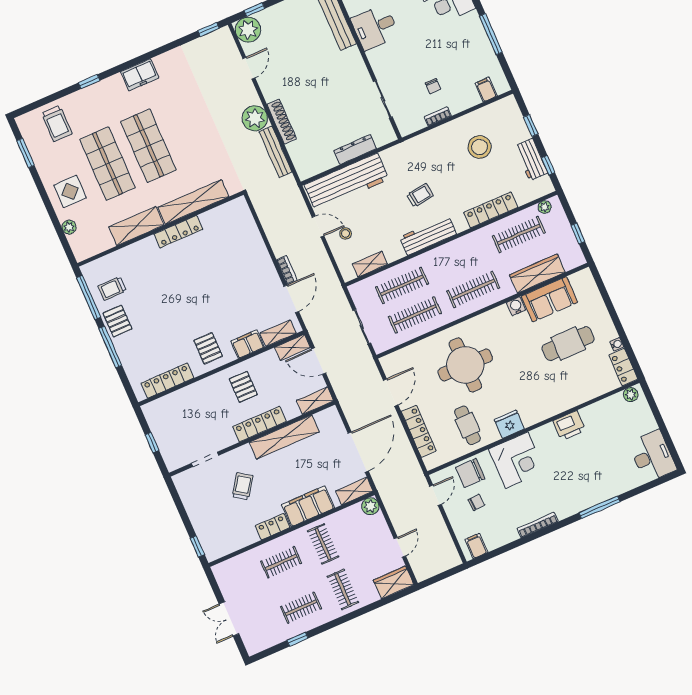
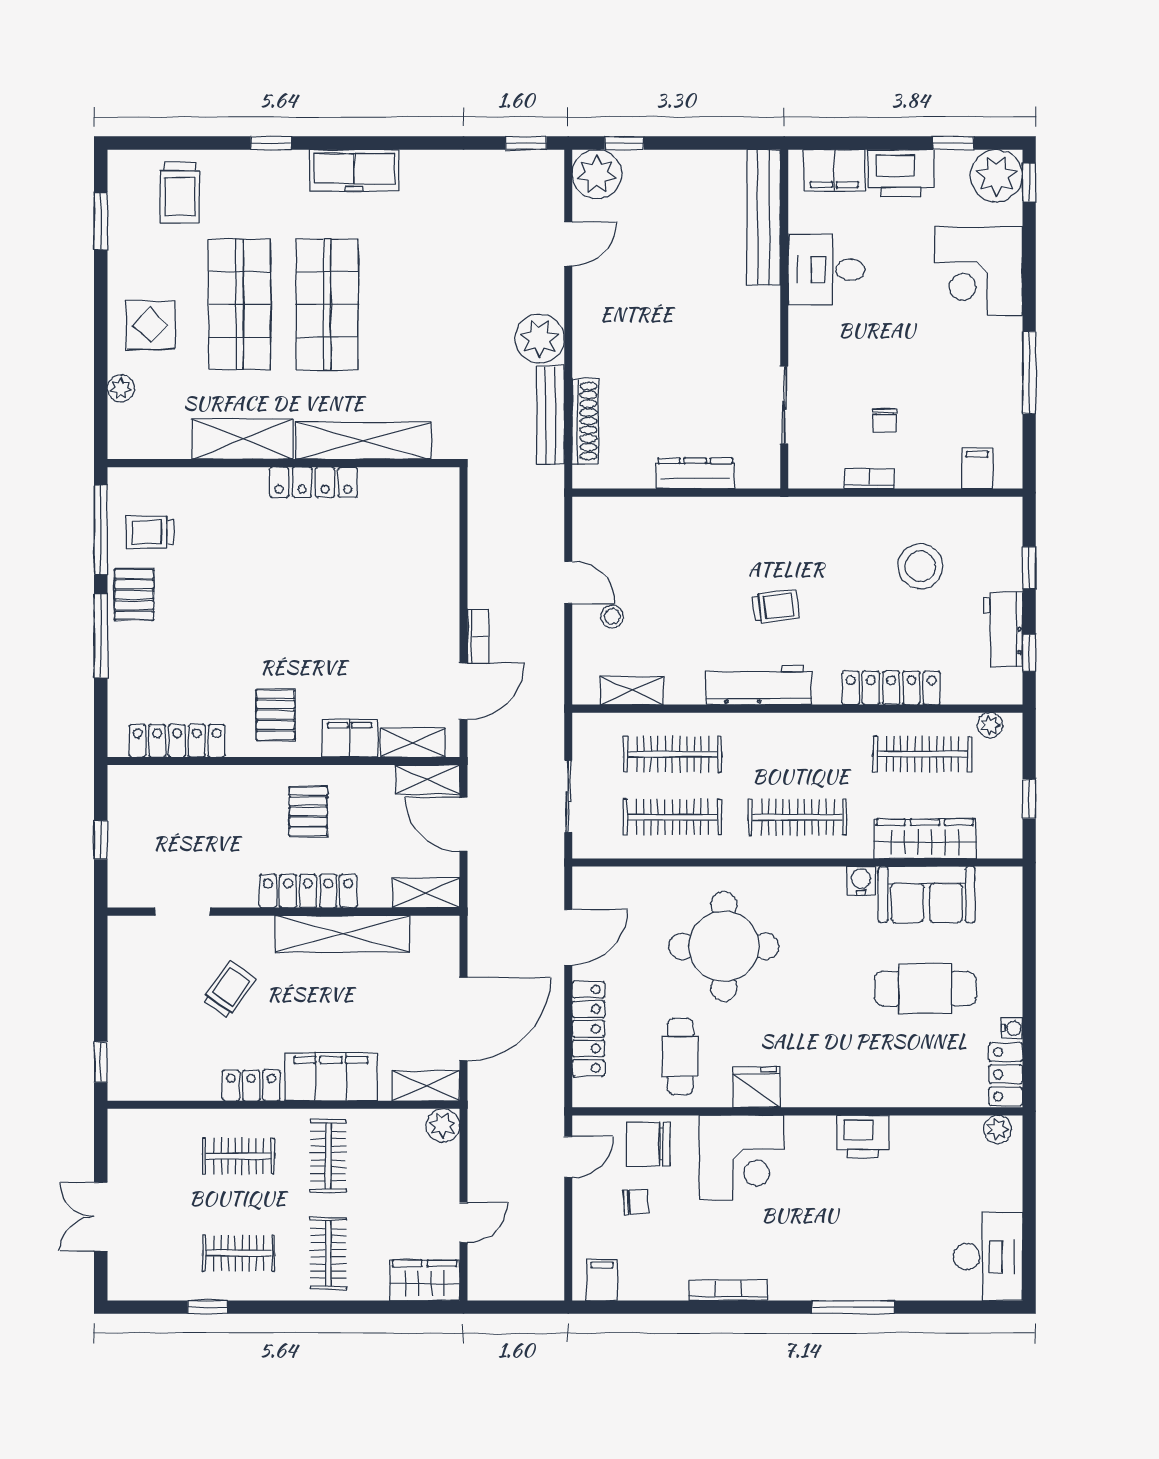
freezer: (140, 75) -> (354, 170), width x1.40
shoe rack: (282, 122) -> (585, 421), moved
workbench: (347, 182) -> (654, 525), removed

